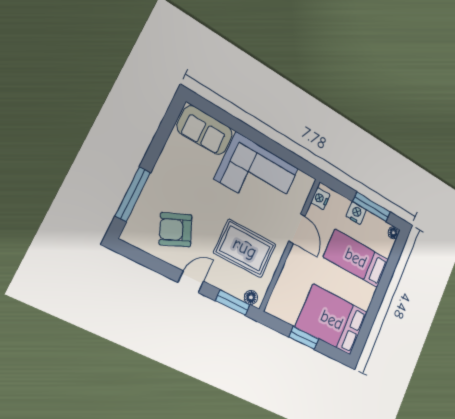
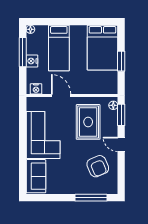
door: (297, 229) -> (61, 96), hinge flipped

